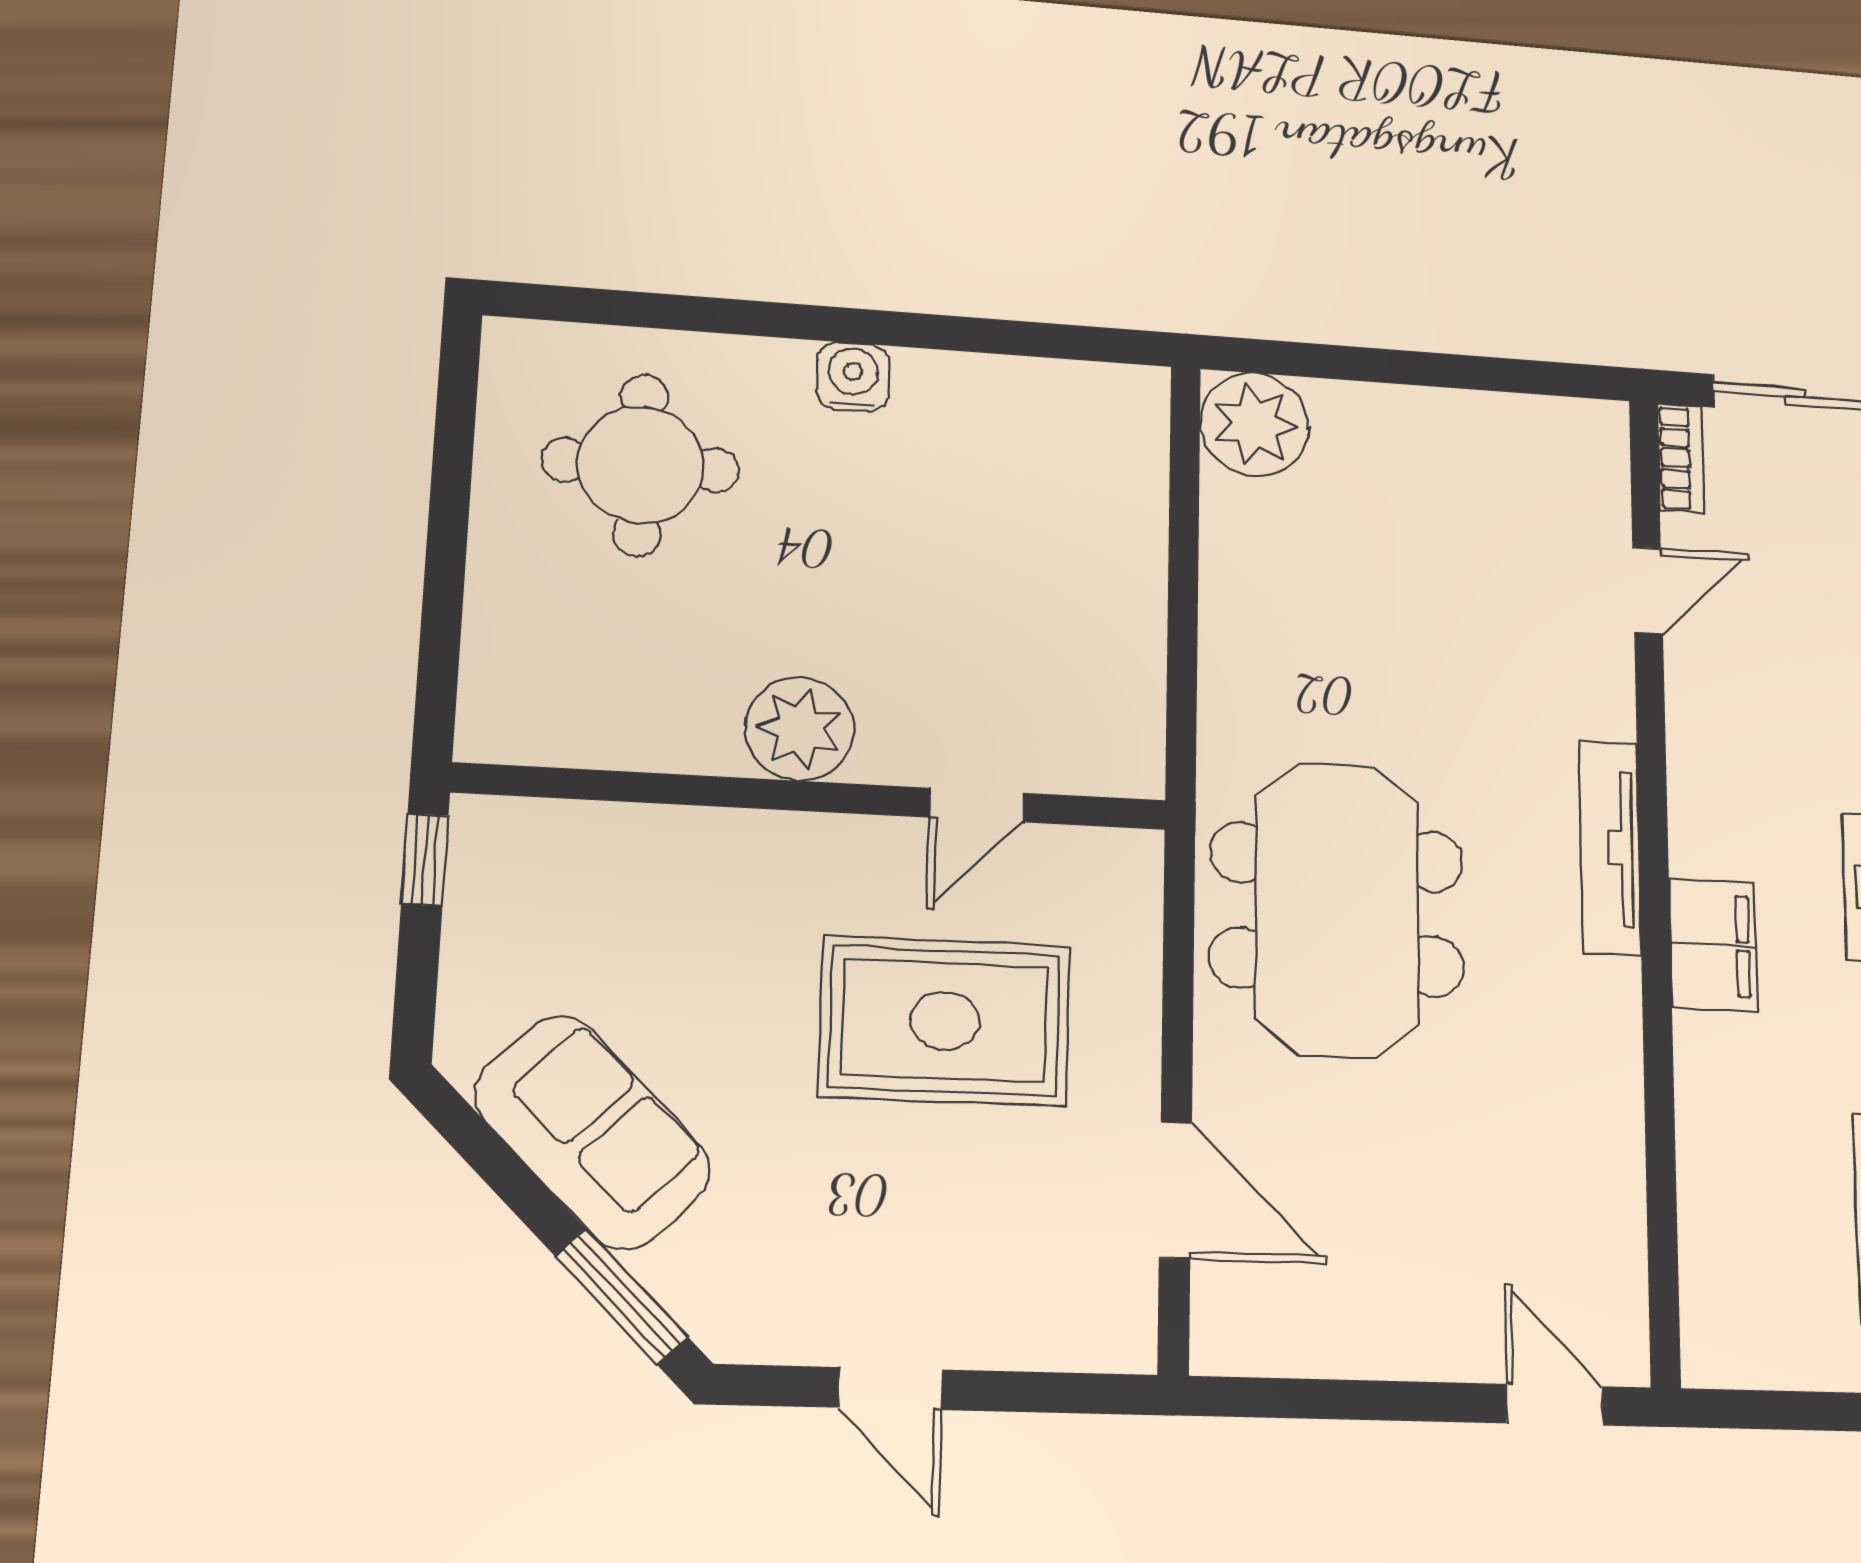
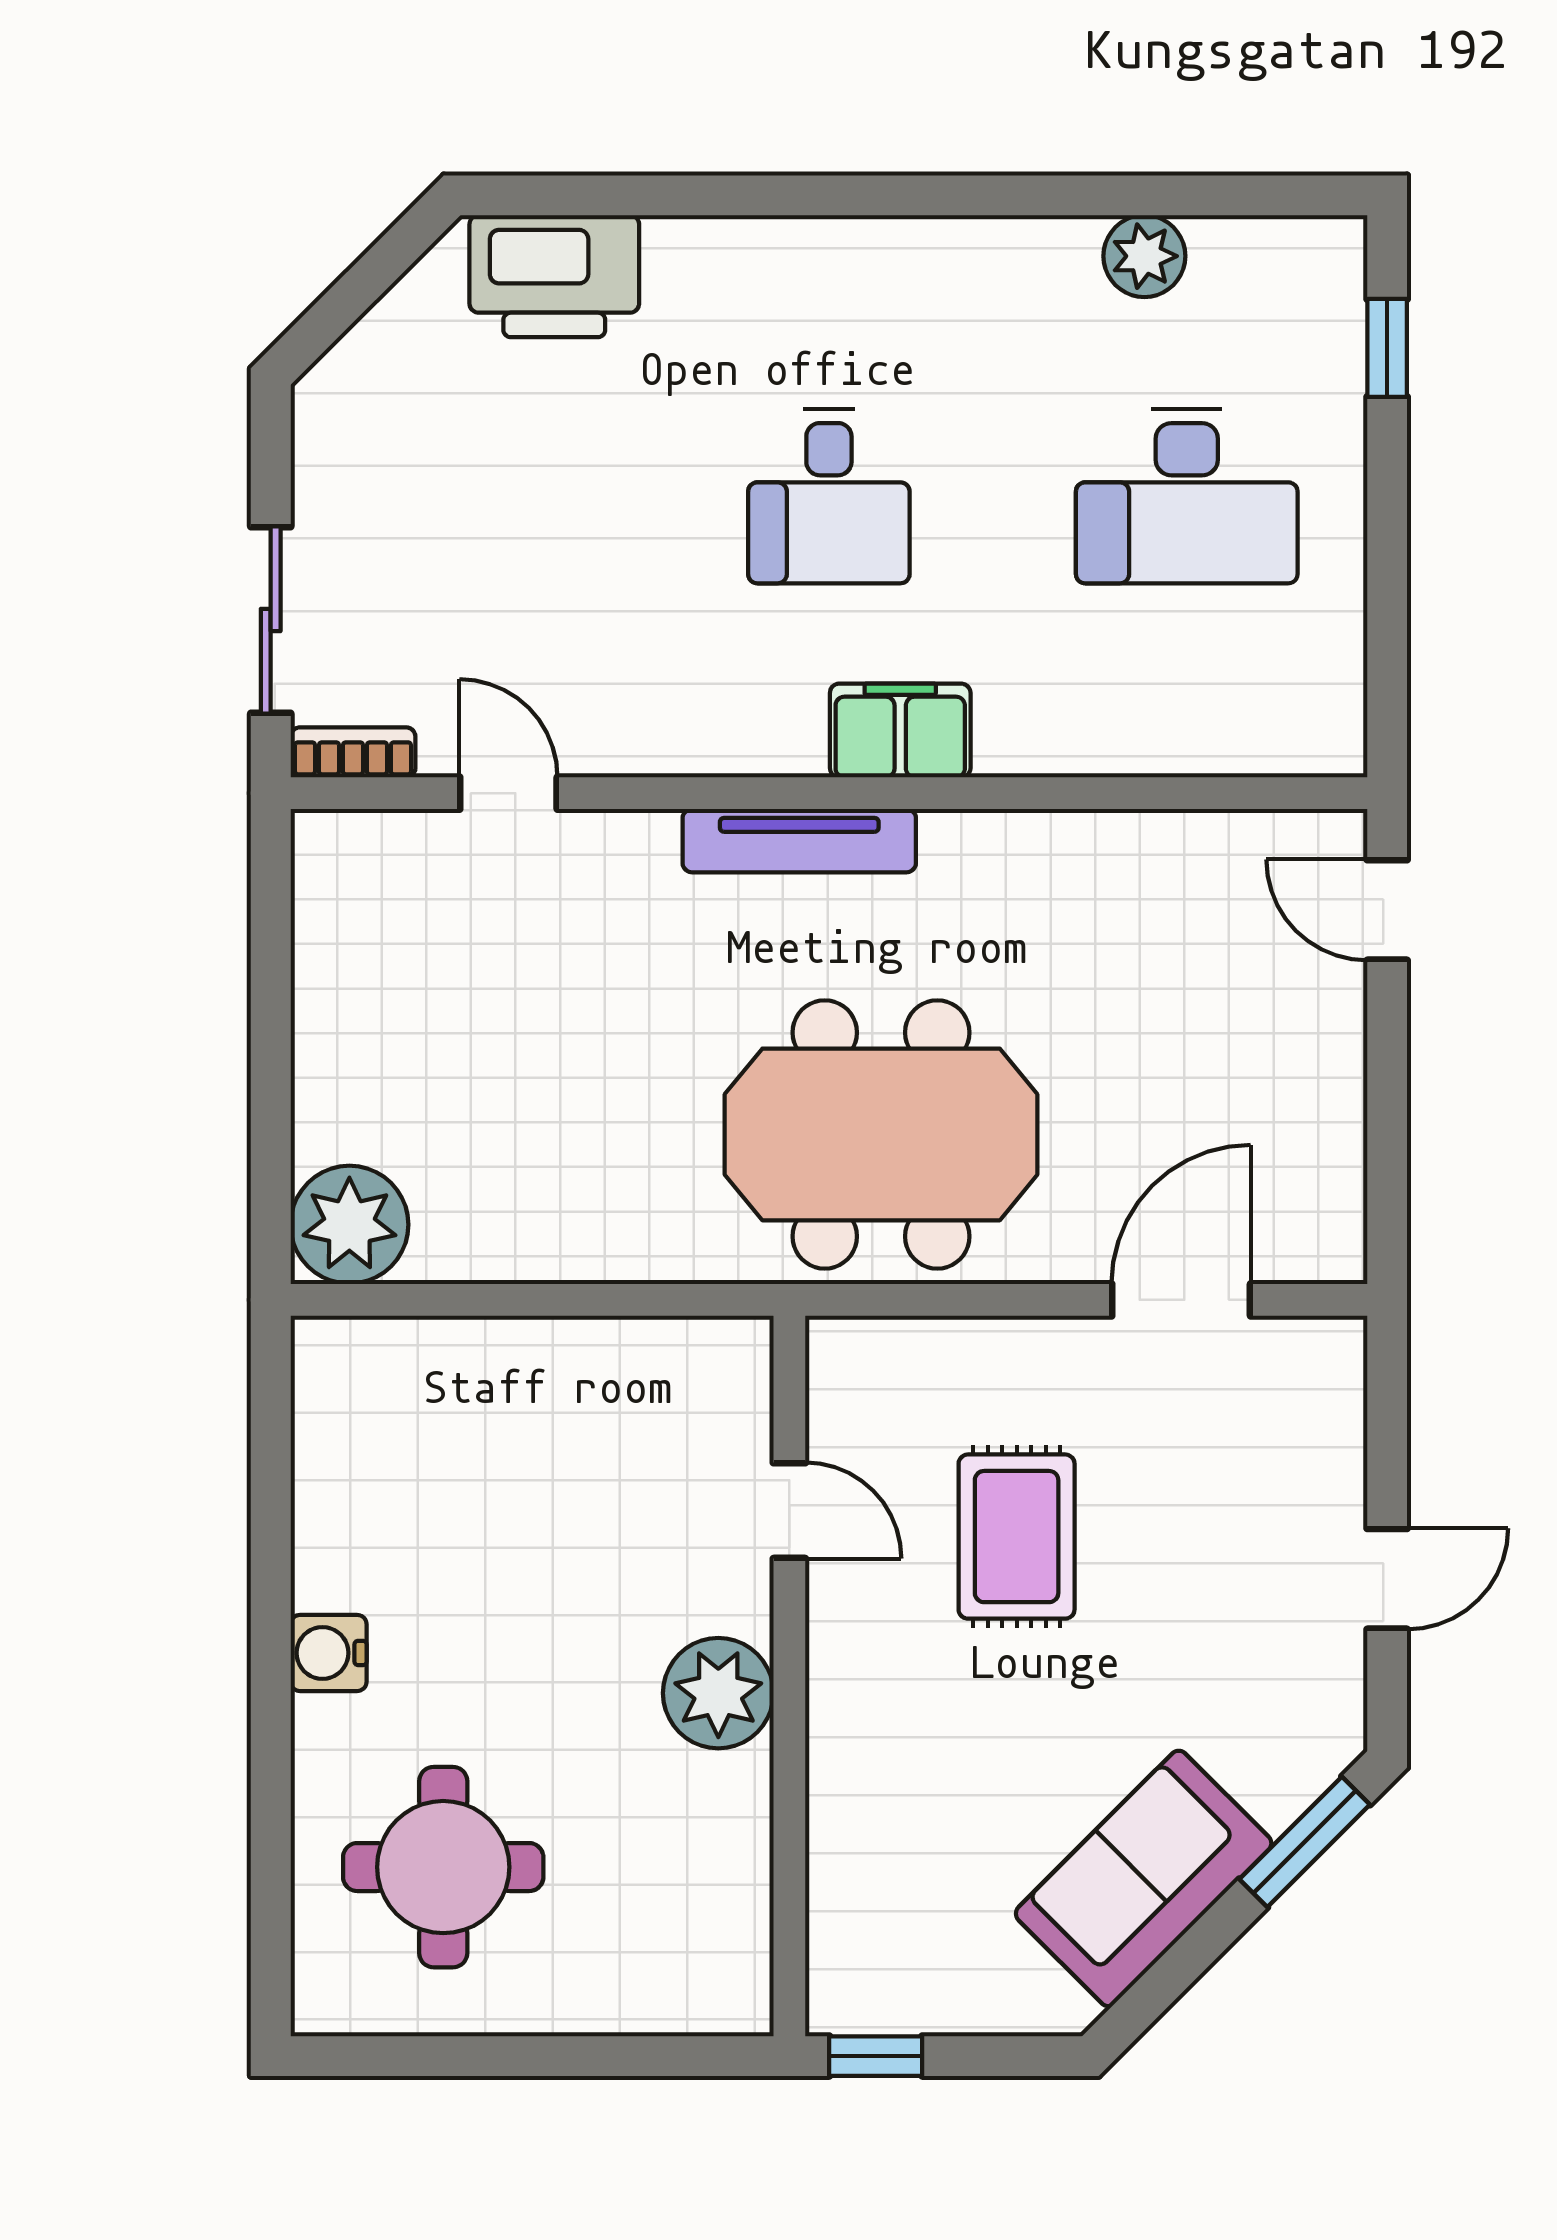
rug: (945, 1021) -> (1017, 1537), width x0.73, depth x0.70
door: (1555, 1405) -> (1387, 910), hinge flipped

